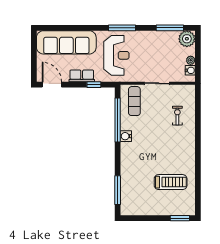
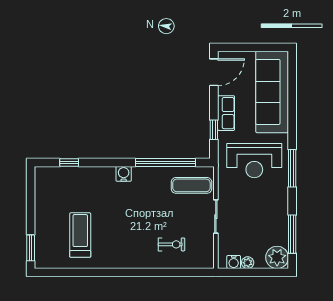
water cooler: (126, 136) -> (124, 174), moved
treadmill: (171, 182) -> (80, 235), turned 180
window: (118, 190) -> (69, 162), width x0.46

